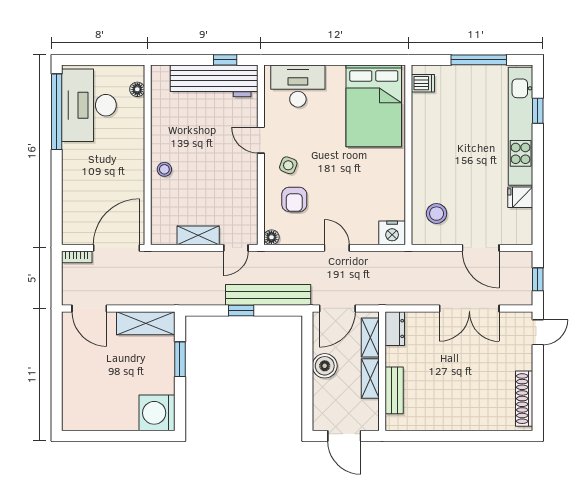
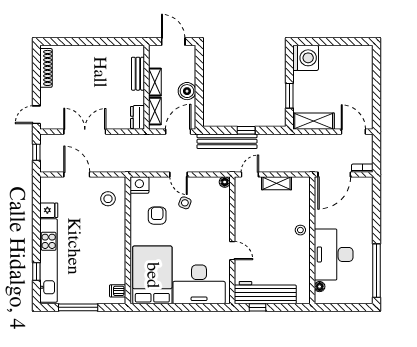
desk: (298, 86) -> (199, 284), width x1.36, depth x1.30
desk: (89, 105) -> (334, 254), moved, turned 180
side table: (288, 165) -> (185, 203), moved
armchair: (294, 199) -> (157, 216), moved

